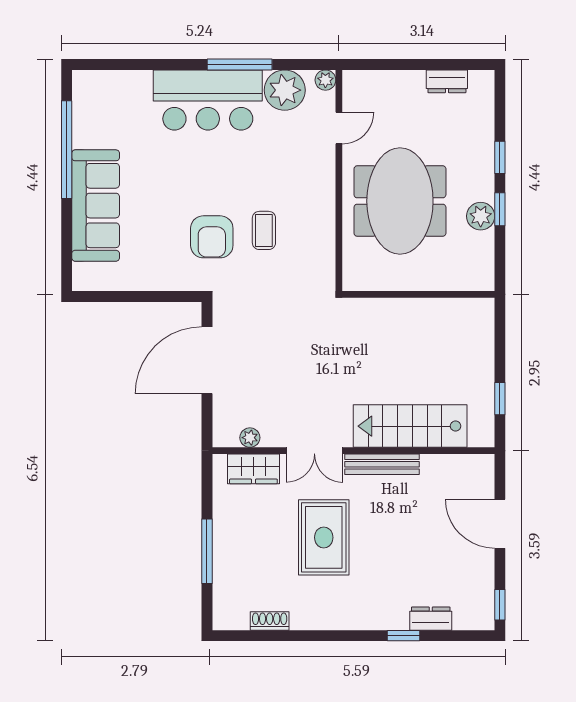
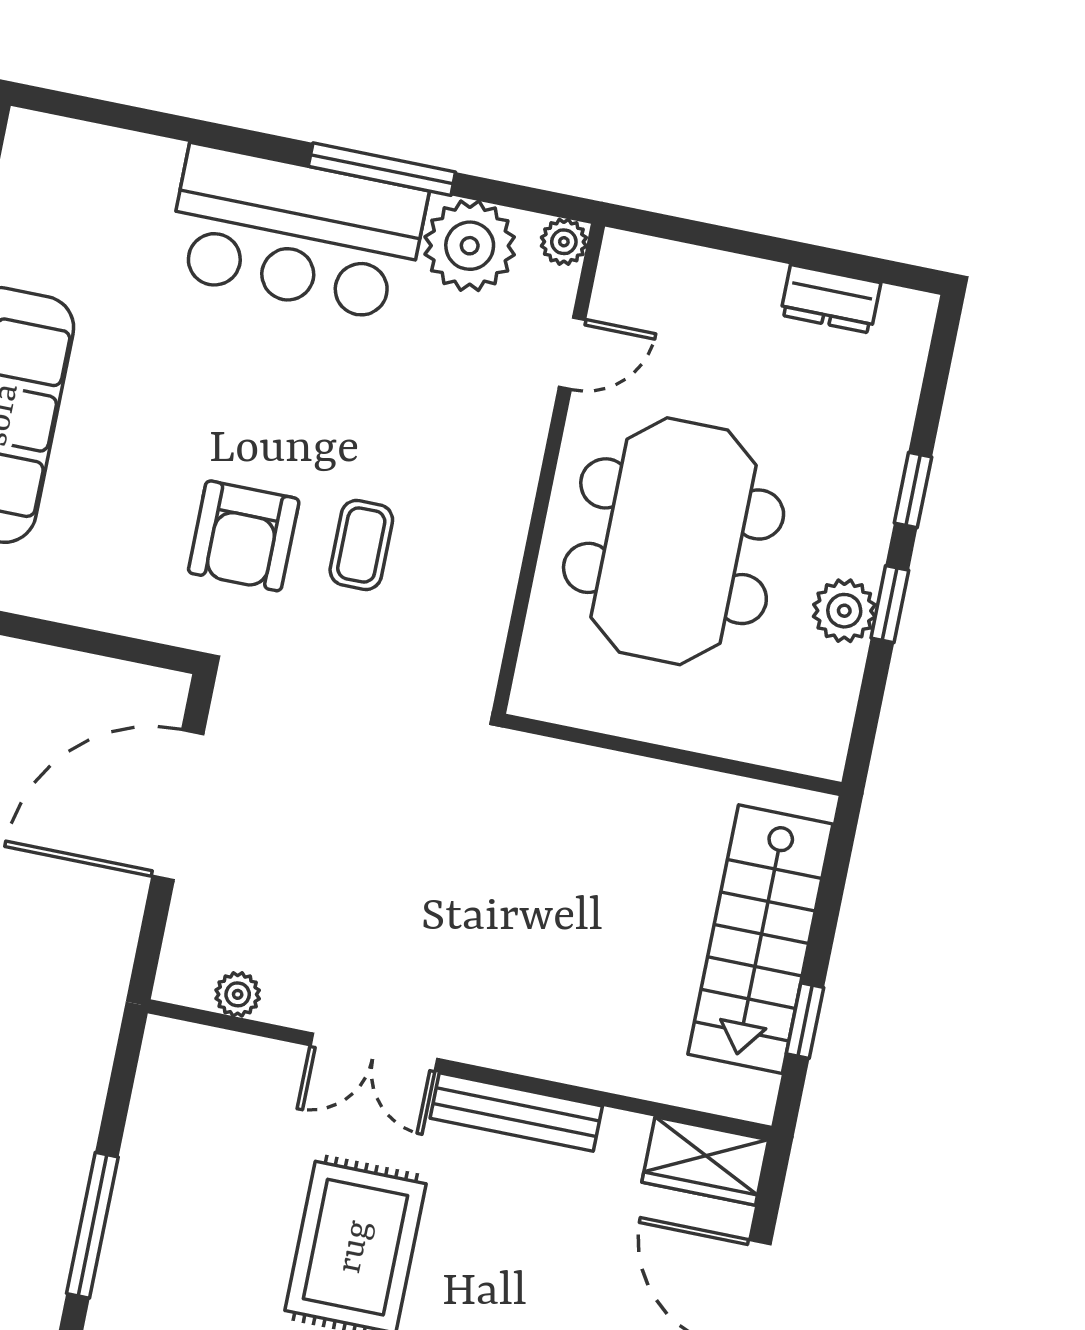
stairs: (410, 426) -> (760, 939), moved, turned -90
wardrobe: (253, 469) -> (705, 1161), moved

